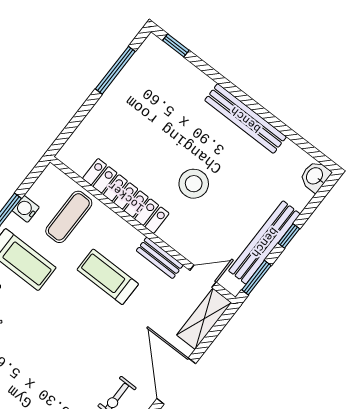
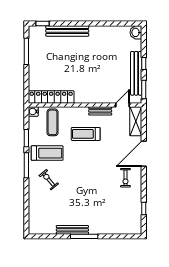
bench: (246, 119) -> (67, 31), moved
stool: (194, 184) -> (91, 72), removed
locker: (126, 196) -> (51, 97), moved
water cooler: (26, 209) -> (33, 111), moved
door: (176, 381) -> (144, 154), hinge flipped

